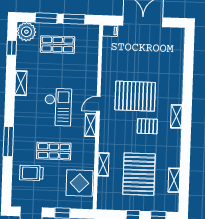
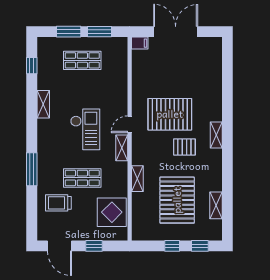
plant: (26, 32) -> (47, 47), removed
shelving: (103, 164) -> (137, 179), moved

